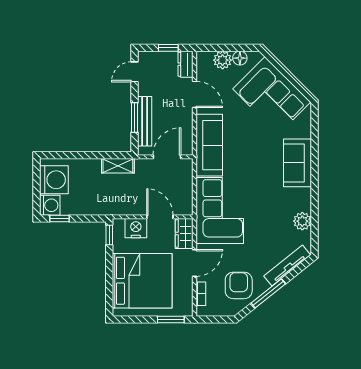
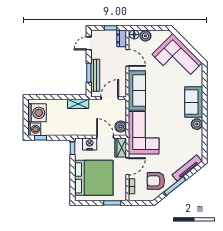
floor lamp: (240, 58) -> (134, 35), moved
boiler: (184, 201) -> (121, 127), added
plant: (302, 221) -> (197, 124), moved
armchair: (239, 285) -> (156, 181), turned -90

